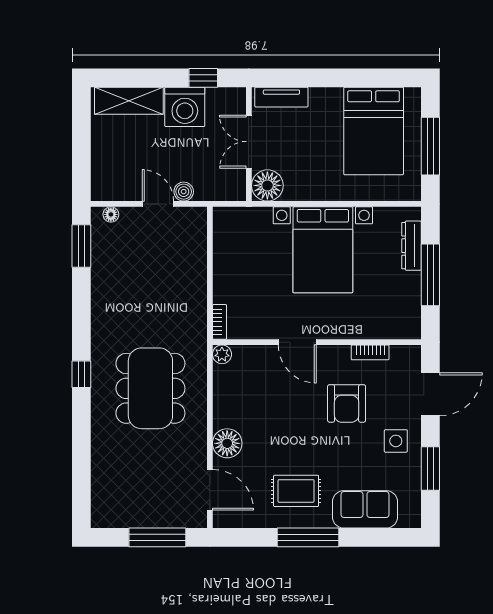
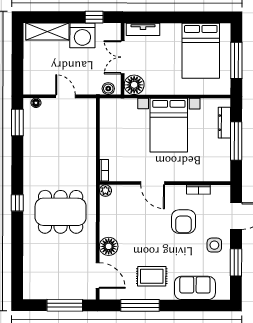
boiler: (184, 192) -> (108, 89), moved
dining table: (150, 388) -> (61, 212), turned 90
window: (308, 537) -> (140, 305), moved

